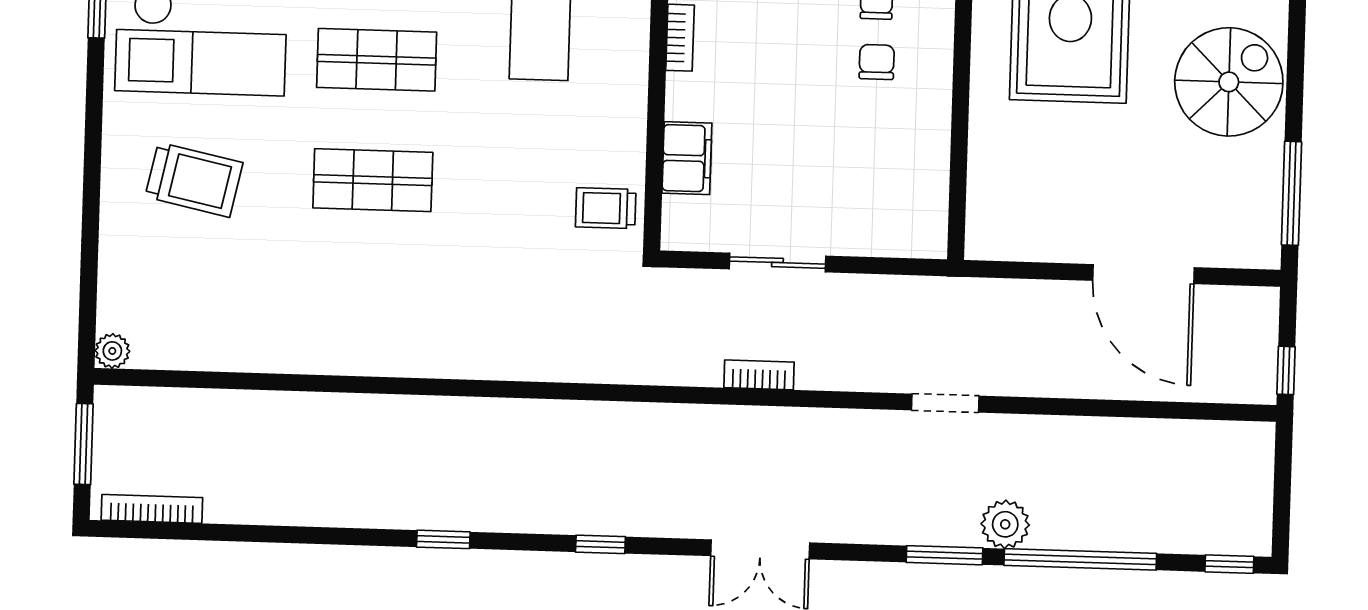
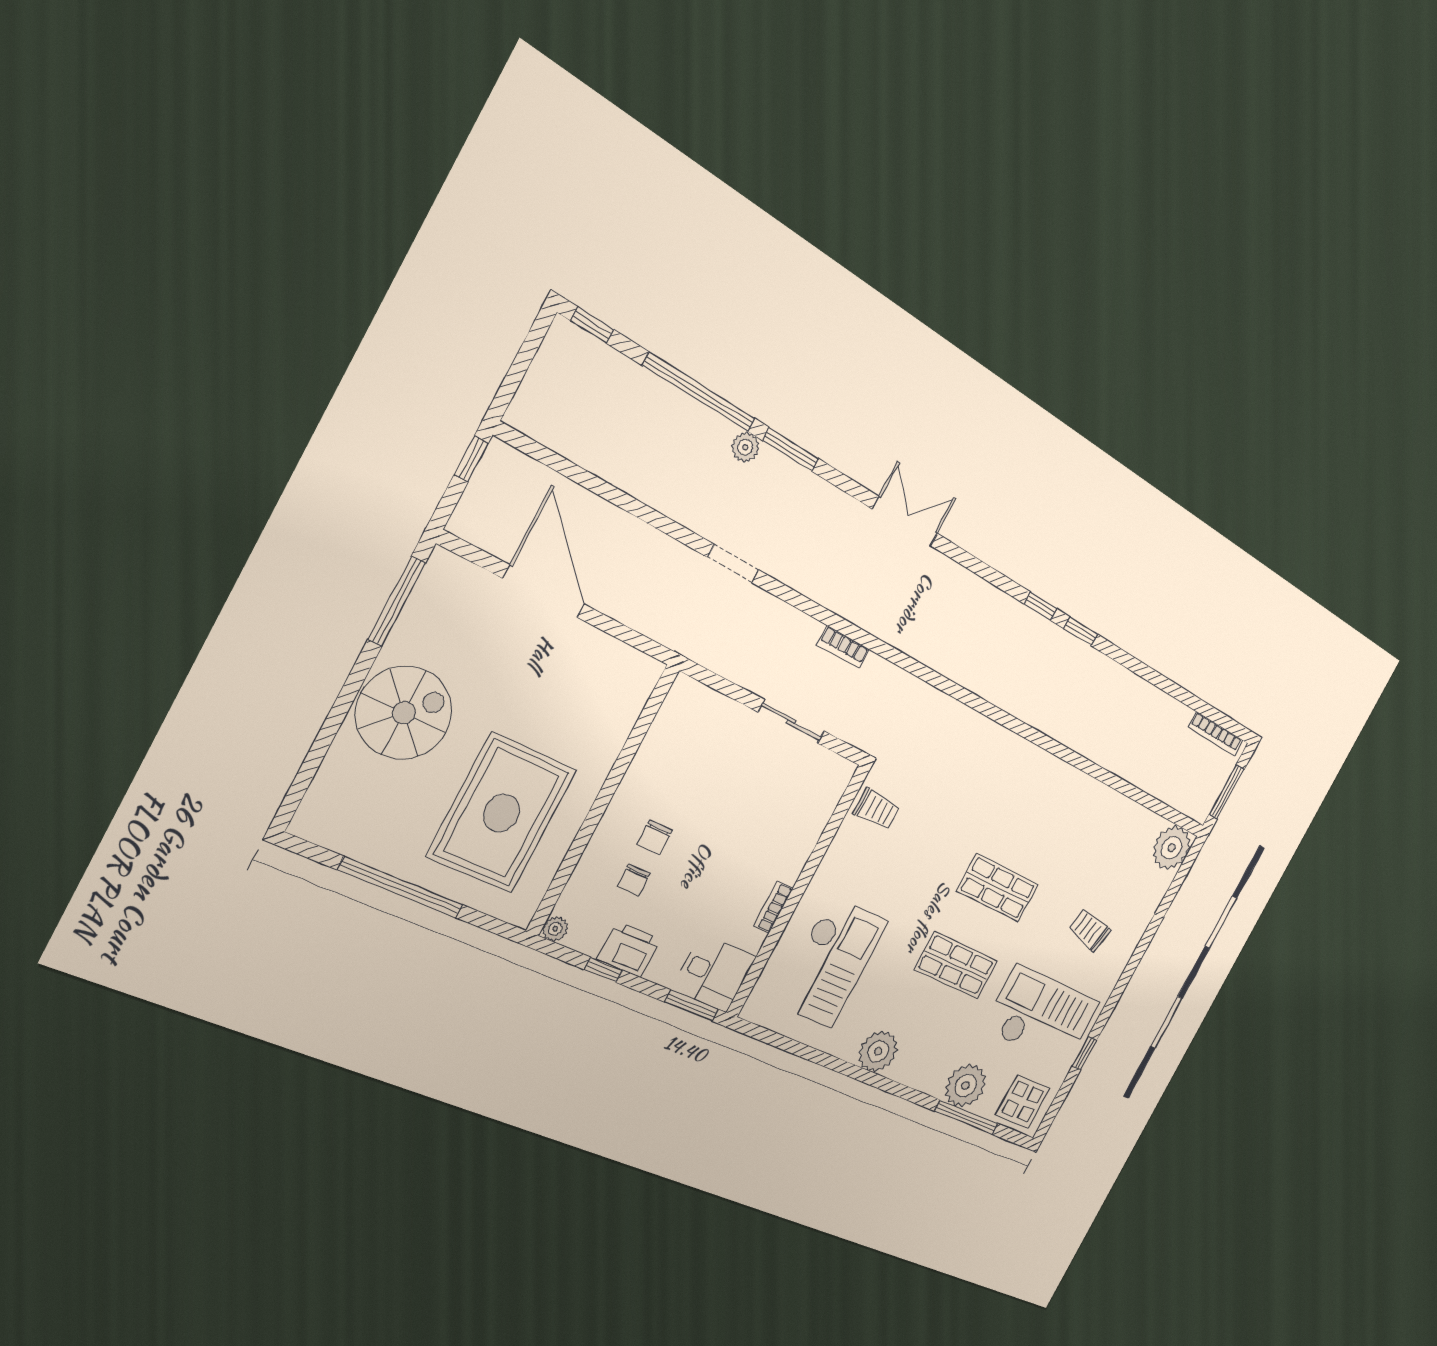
spiral stairs: (1229, 82) -> (404, 713), turned 180
filing cabinet: (687, 158) -> (811, 822), removed
trolley: (194, 180) -> (1089, 930), width x0.73, depth x0.72
plant: (112, 351) -> (1171, 848), width x1.87, depth x1.87
plant: (1005, 524) -> (745, 447), width x0.73, depth x0.73
window: (600, 544) -> (1041, 606), moved

